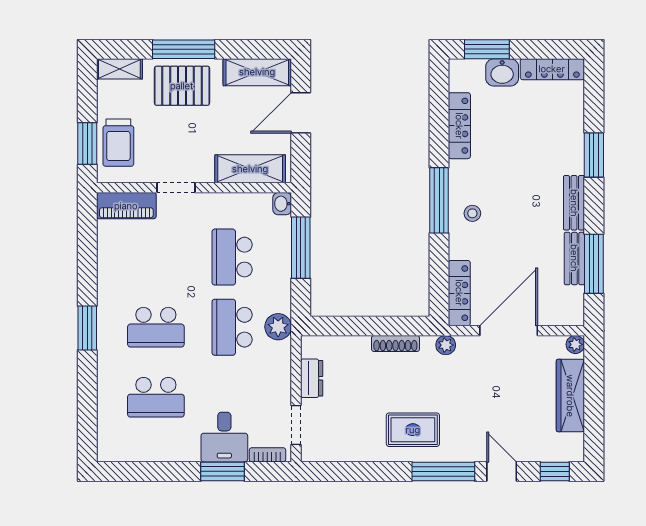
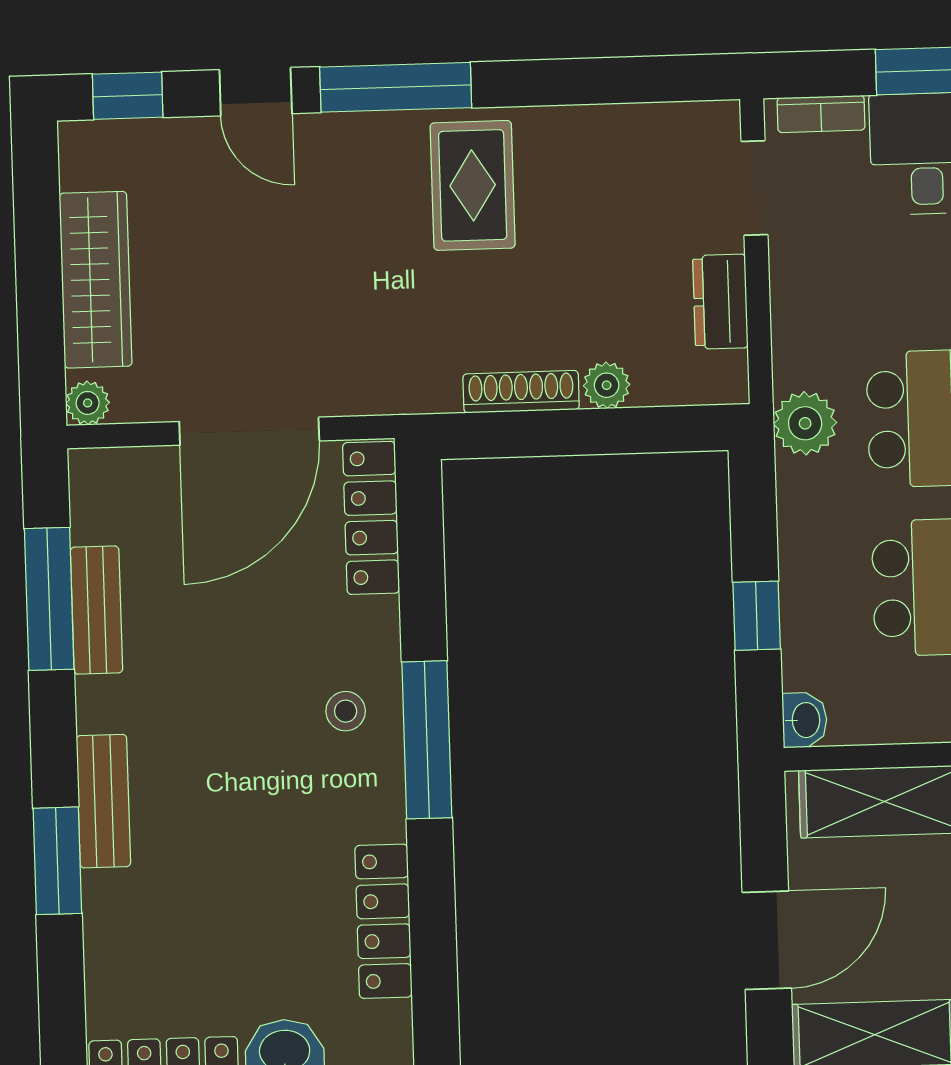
bench: (574, 203) -> (103, 801), moved
window: (301, 248) -> (757, 616), width x0.46
plant: (446, 345) -> (607, 385), moved
rug: (413, 430) -> (473, 185), turned 90

